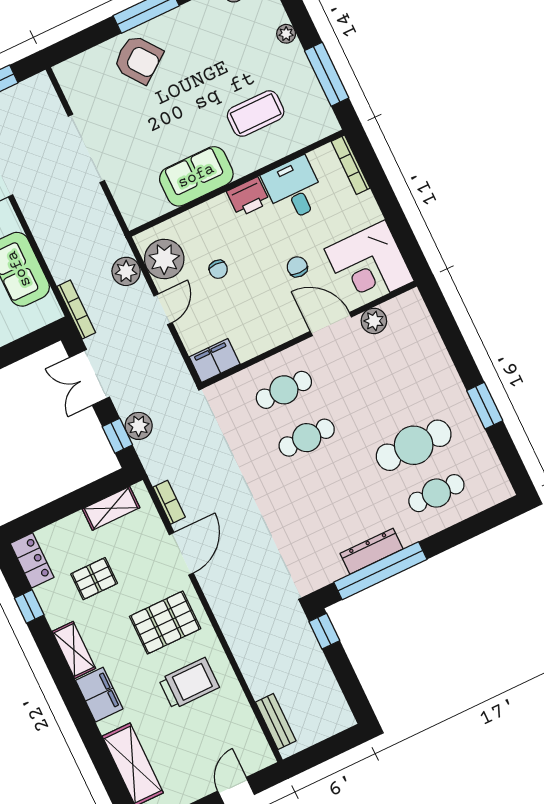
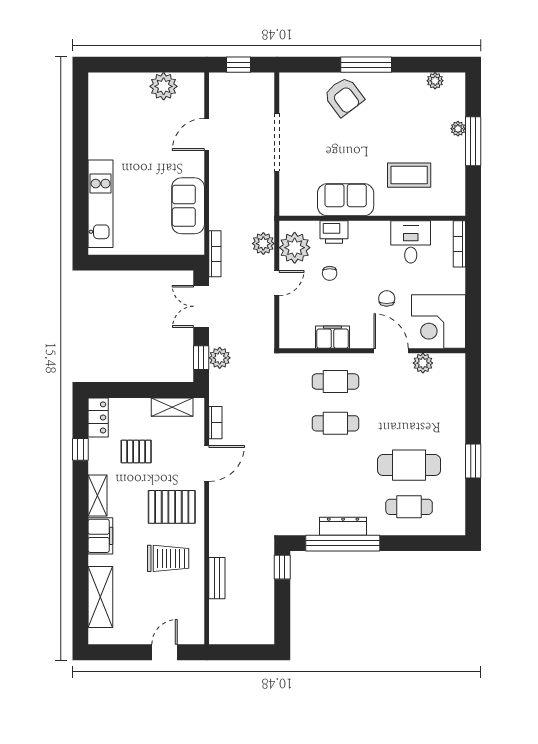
window: (327, 74) -> (473, 141), moved
printer: (248, 197) -> (334, 232), moved
filing cabinet: (215, 360) -> (333, 337), moved
bench: (276, 722) -> (217, 578), moved

